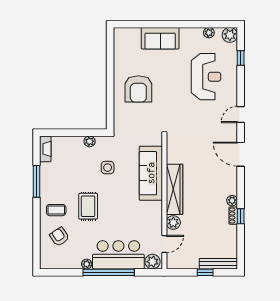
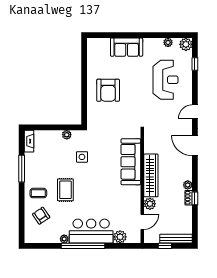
sofa: (151, 173) -> (131, 162), moved
wardrobe: (175, 189) -> (151, 175), moved
wall: (164, 202) -> (142, 187), moved
plant: (173, 223) -> (150, 204), moved
door: (164, 244) -> (142, 222), moved

